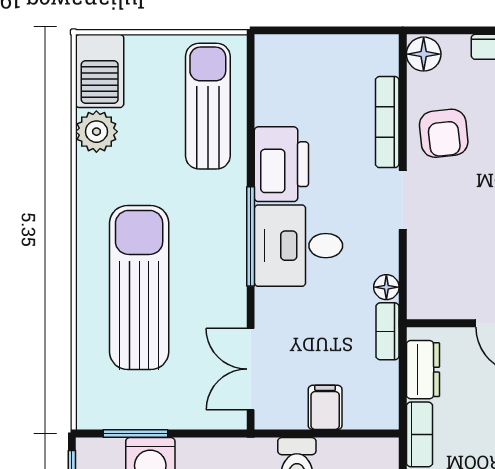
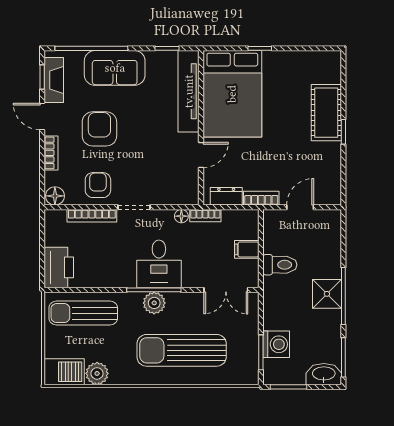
armchair: (444, 133) -> (98, 185), turned -84
printer: (281, 164) -> (59, 267), moved, turned 90
plant: (226, 237) -> (154, 303), added

